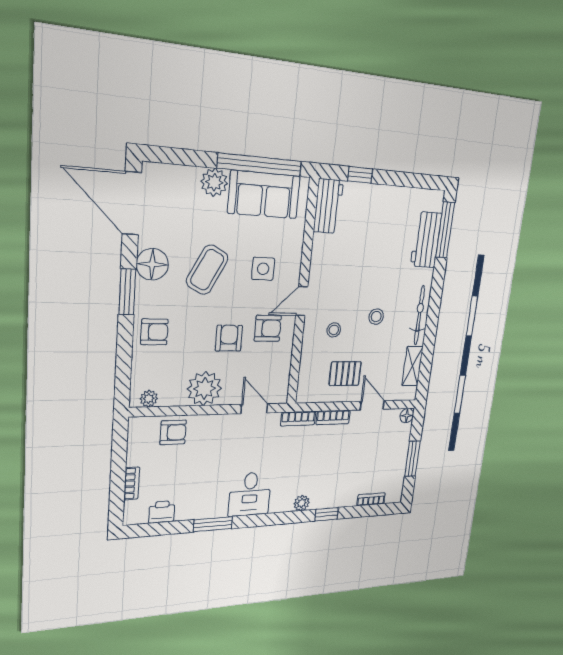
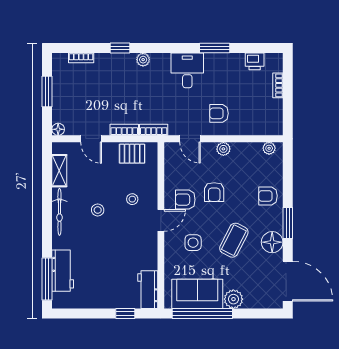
pallet: (345, 374) -> (132, 154), moved
plant: (204, 389) -> (223, 149), width x0.53, depth x0.53
armchair: (173, 432) -> (219, 113), moved

